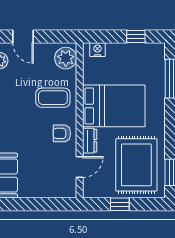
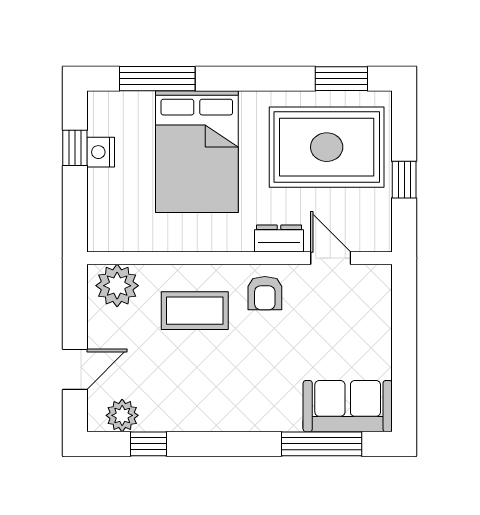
nightstand: (97, 50) -> (101, 152), moved
coffee table: (53, 98) -> (195, 311), turned 90
bed: (114, 106) -> (197, 152), moved, turned 180

